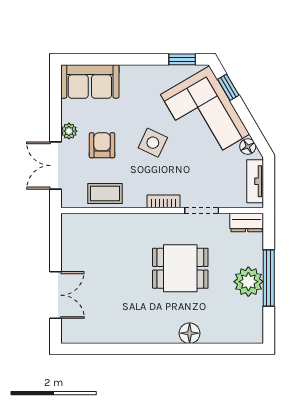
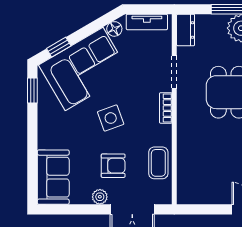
side table: (153, 143) -> (111, 118), turned 45
armchair: (102, 145) -> (113, 166), turned 180

